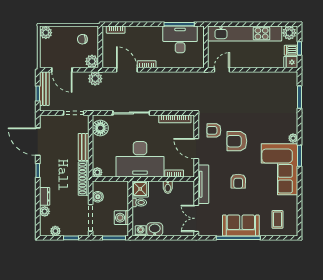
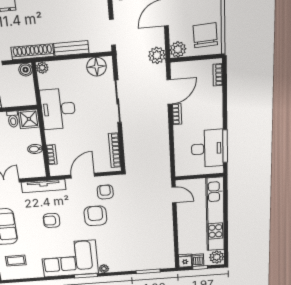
chair: (82, 39) -> (205, 35), width x1.87, depth x1.87
desk: (140, 159) -> (58, 109), width x0.73, depth x0.77
boiler: (98, 197) -> (25, 70), moved

